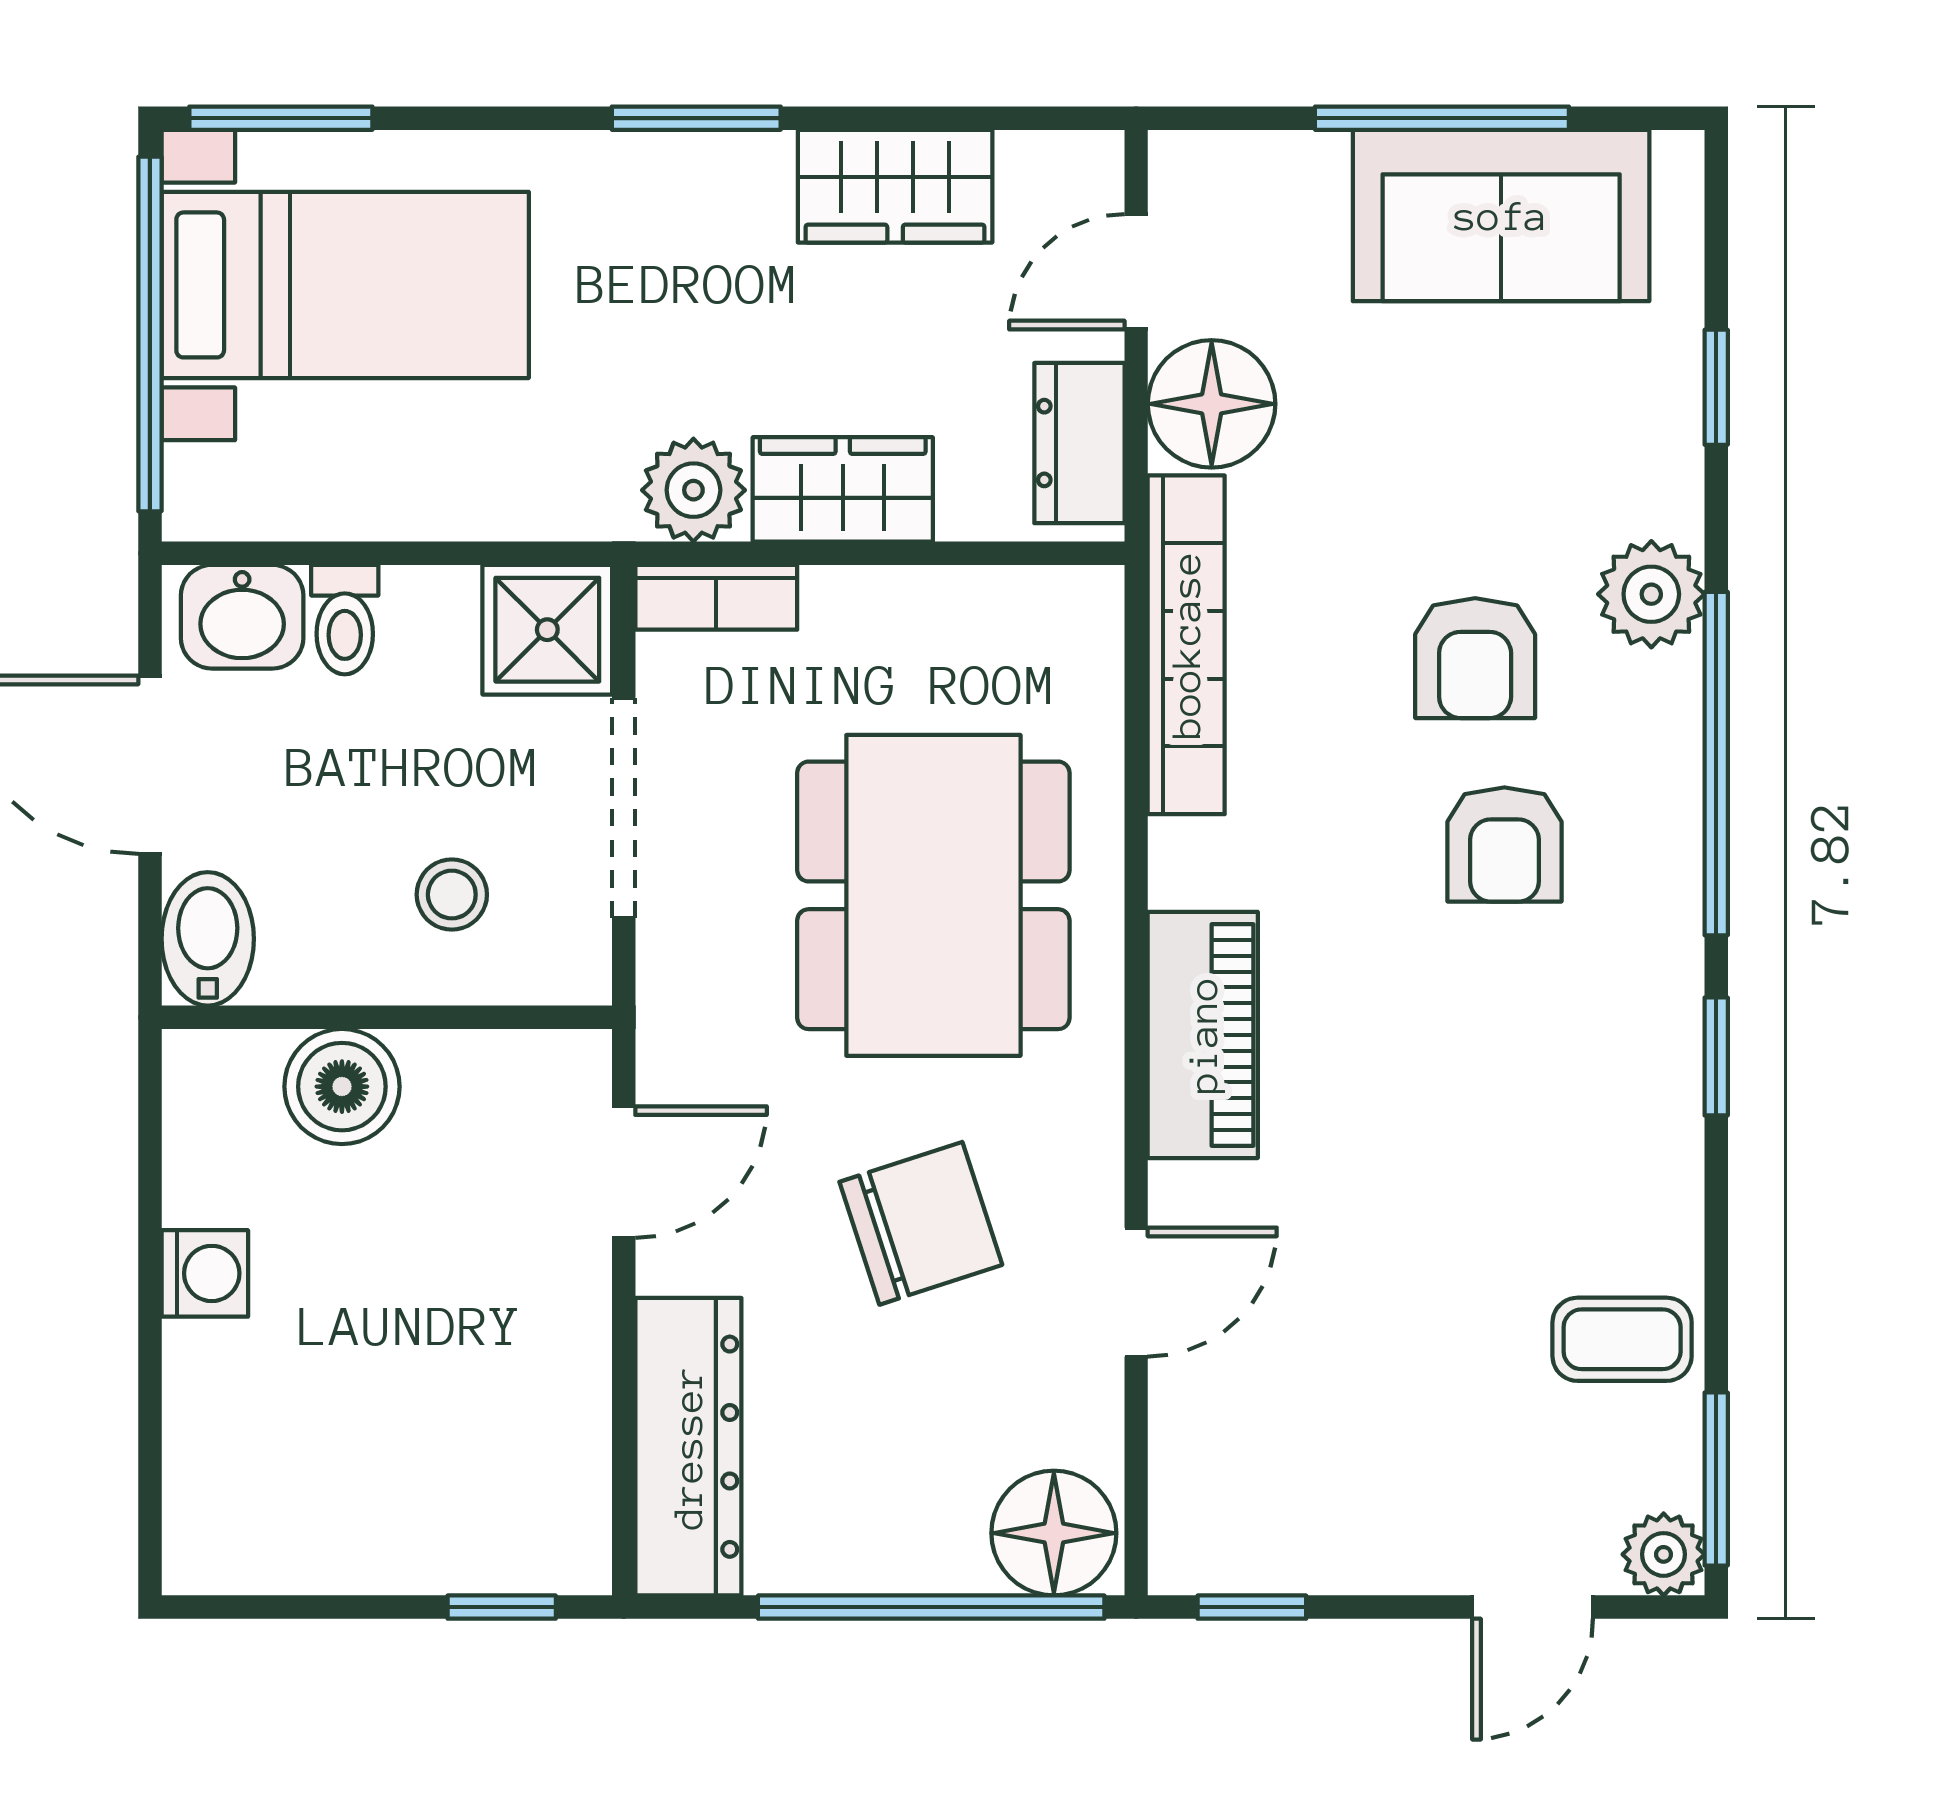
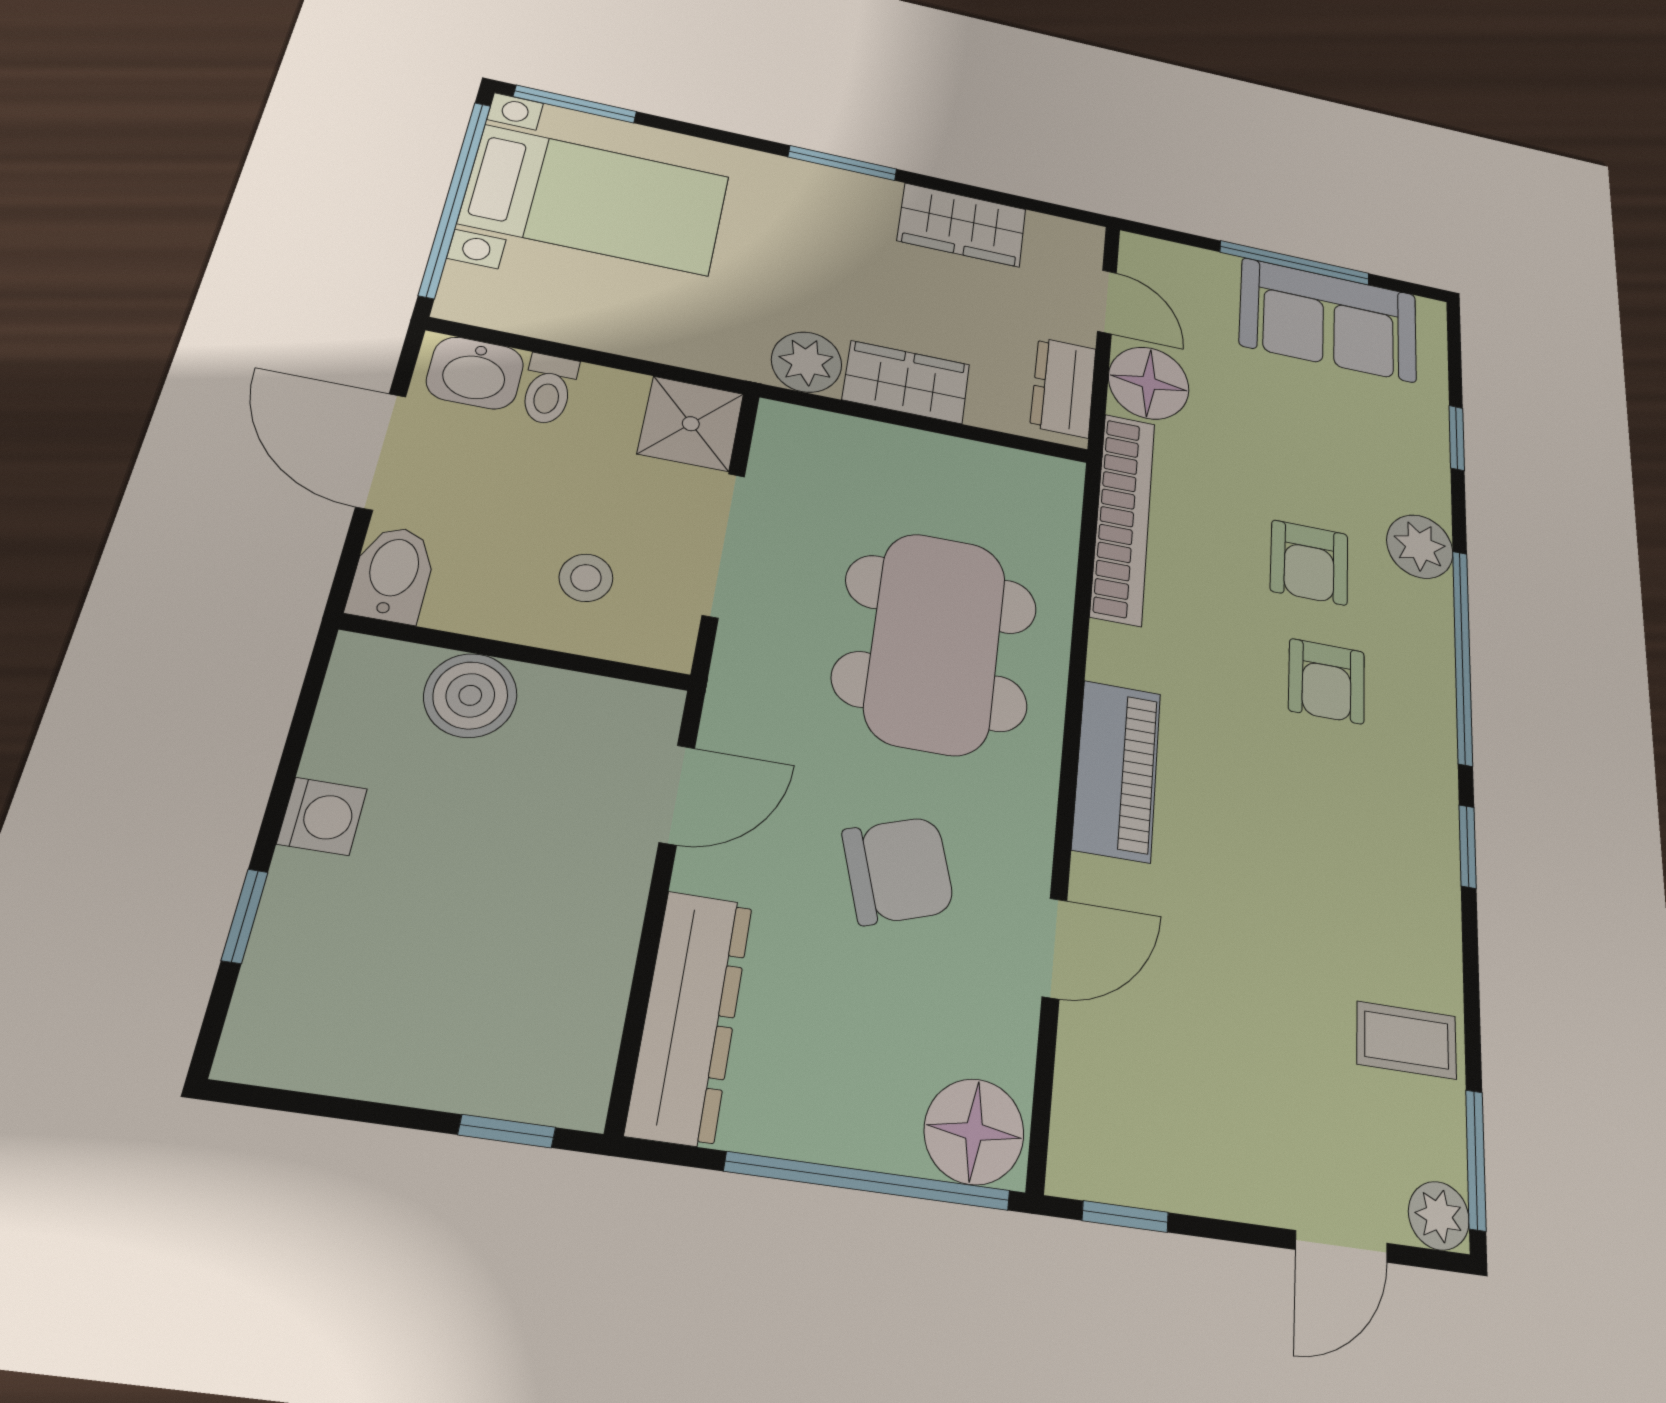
door: (1136, 272) -> (1107, 302), swing flipped
bookcase: (716, 597) -> (811, 427), removed
window: (150, 1407) -> (245, 916), added

